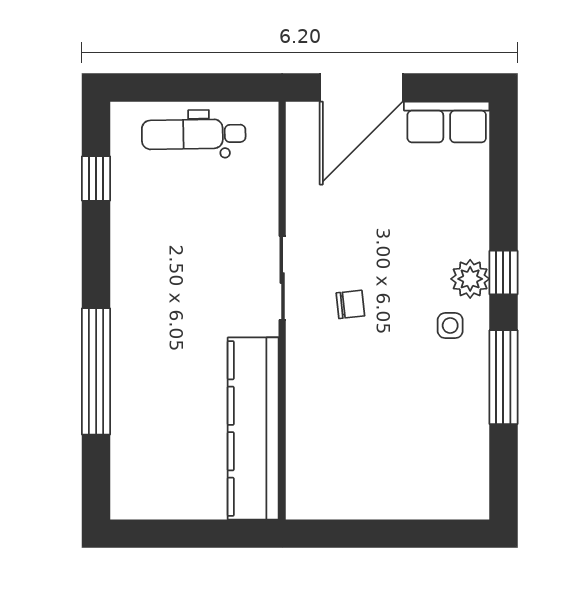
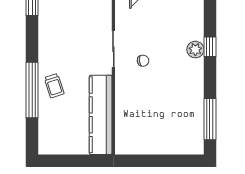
side table: (450, 326) -> (187, 70), removed
trolley: (147, 362) -> (54, 86), added
window: (503, 377) -> (210, 119), moved

